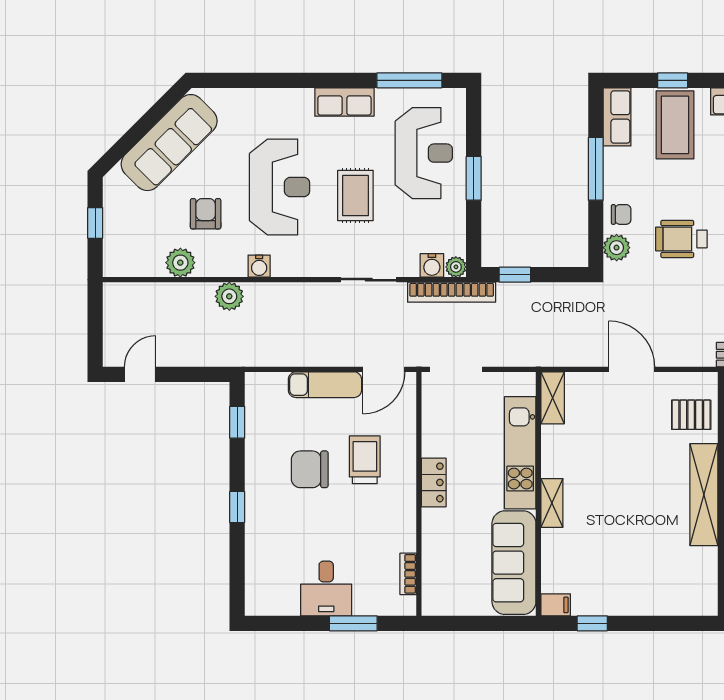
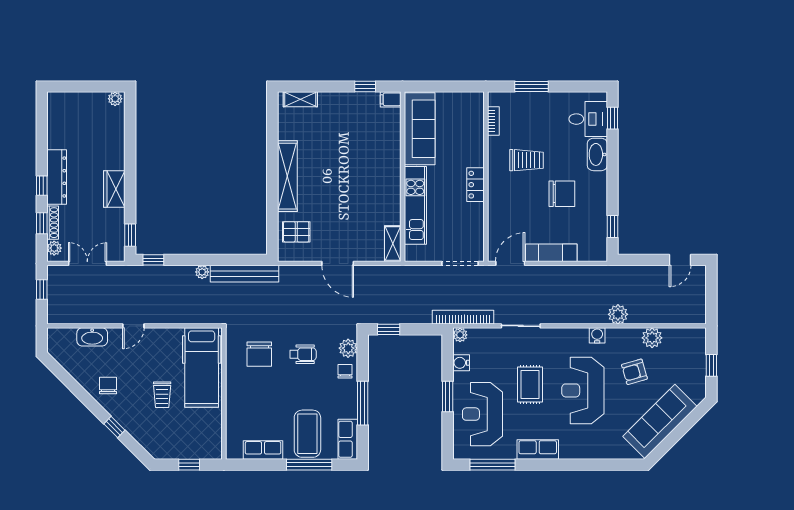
window: (673, 80) -> (309, 465), width x2.17
armchair: (206, 214) -> (634, 372), turned 74
chair: (621, 214) -> (345, 371), turned 90
wheelchair: (681, 239) -> (303, 354), width x0.73, depth x0.73
water cooler: (432, 265) -> (461, 363), moved, turned -90
window: (515, 275) -> (389, 329), moved
trolley: (365, 460) -> (527, 160), moved, turned -90
shelving: (552, 503) -> (300, 99), moved, turned 90
window: (237, 507) -> (612, 118), moved
washbasin: (259, 526) -> (597, 154), added
desk: (326, 588) -> (588, 119), moved, turned 90

